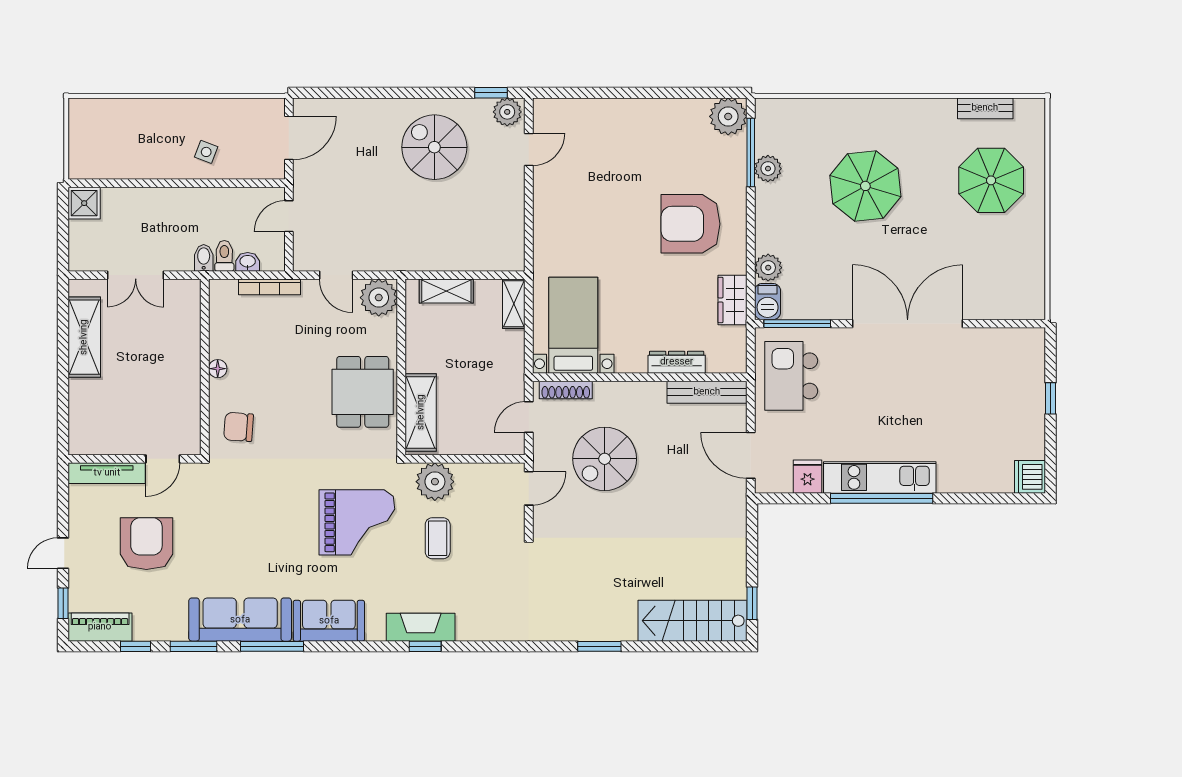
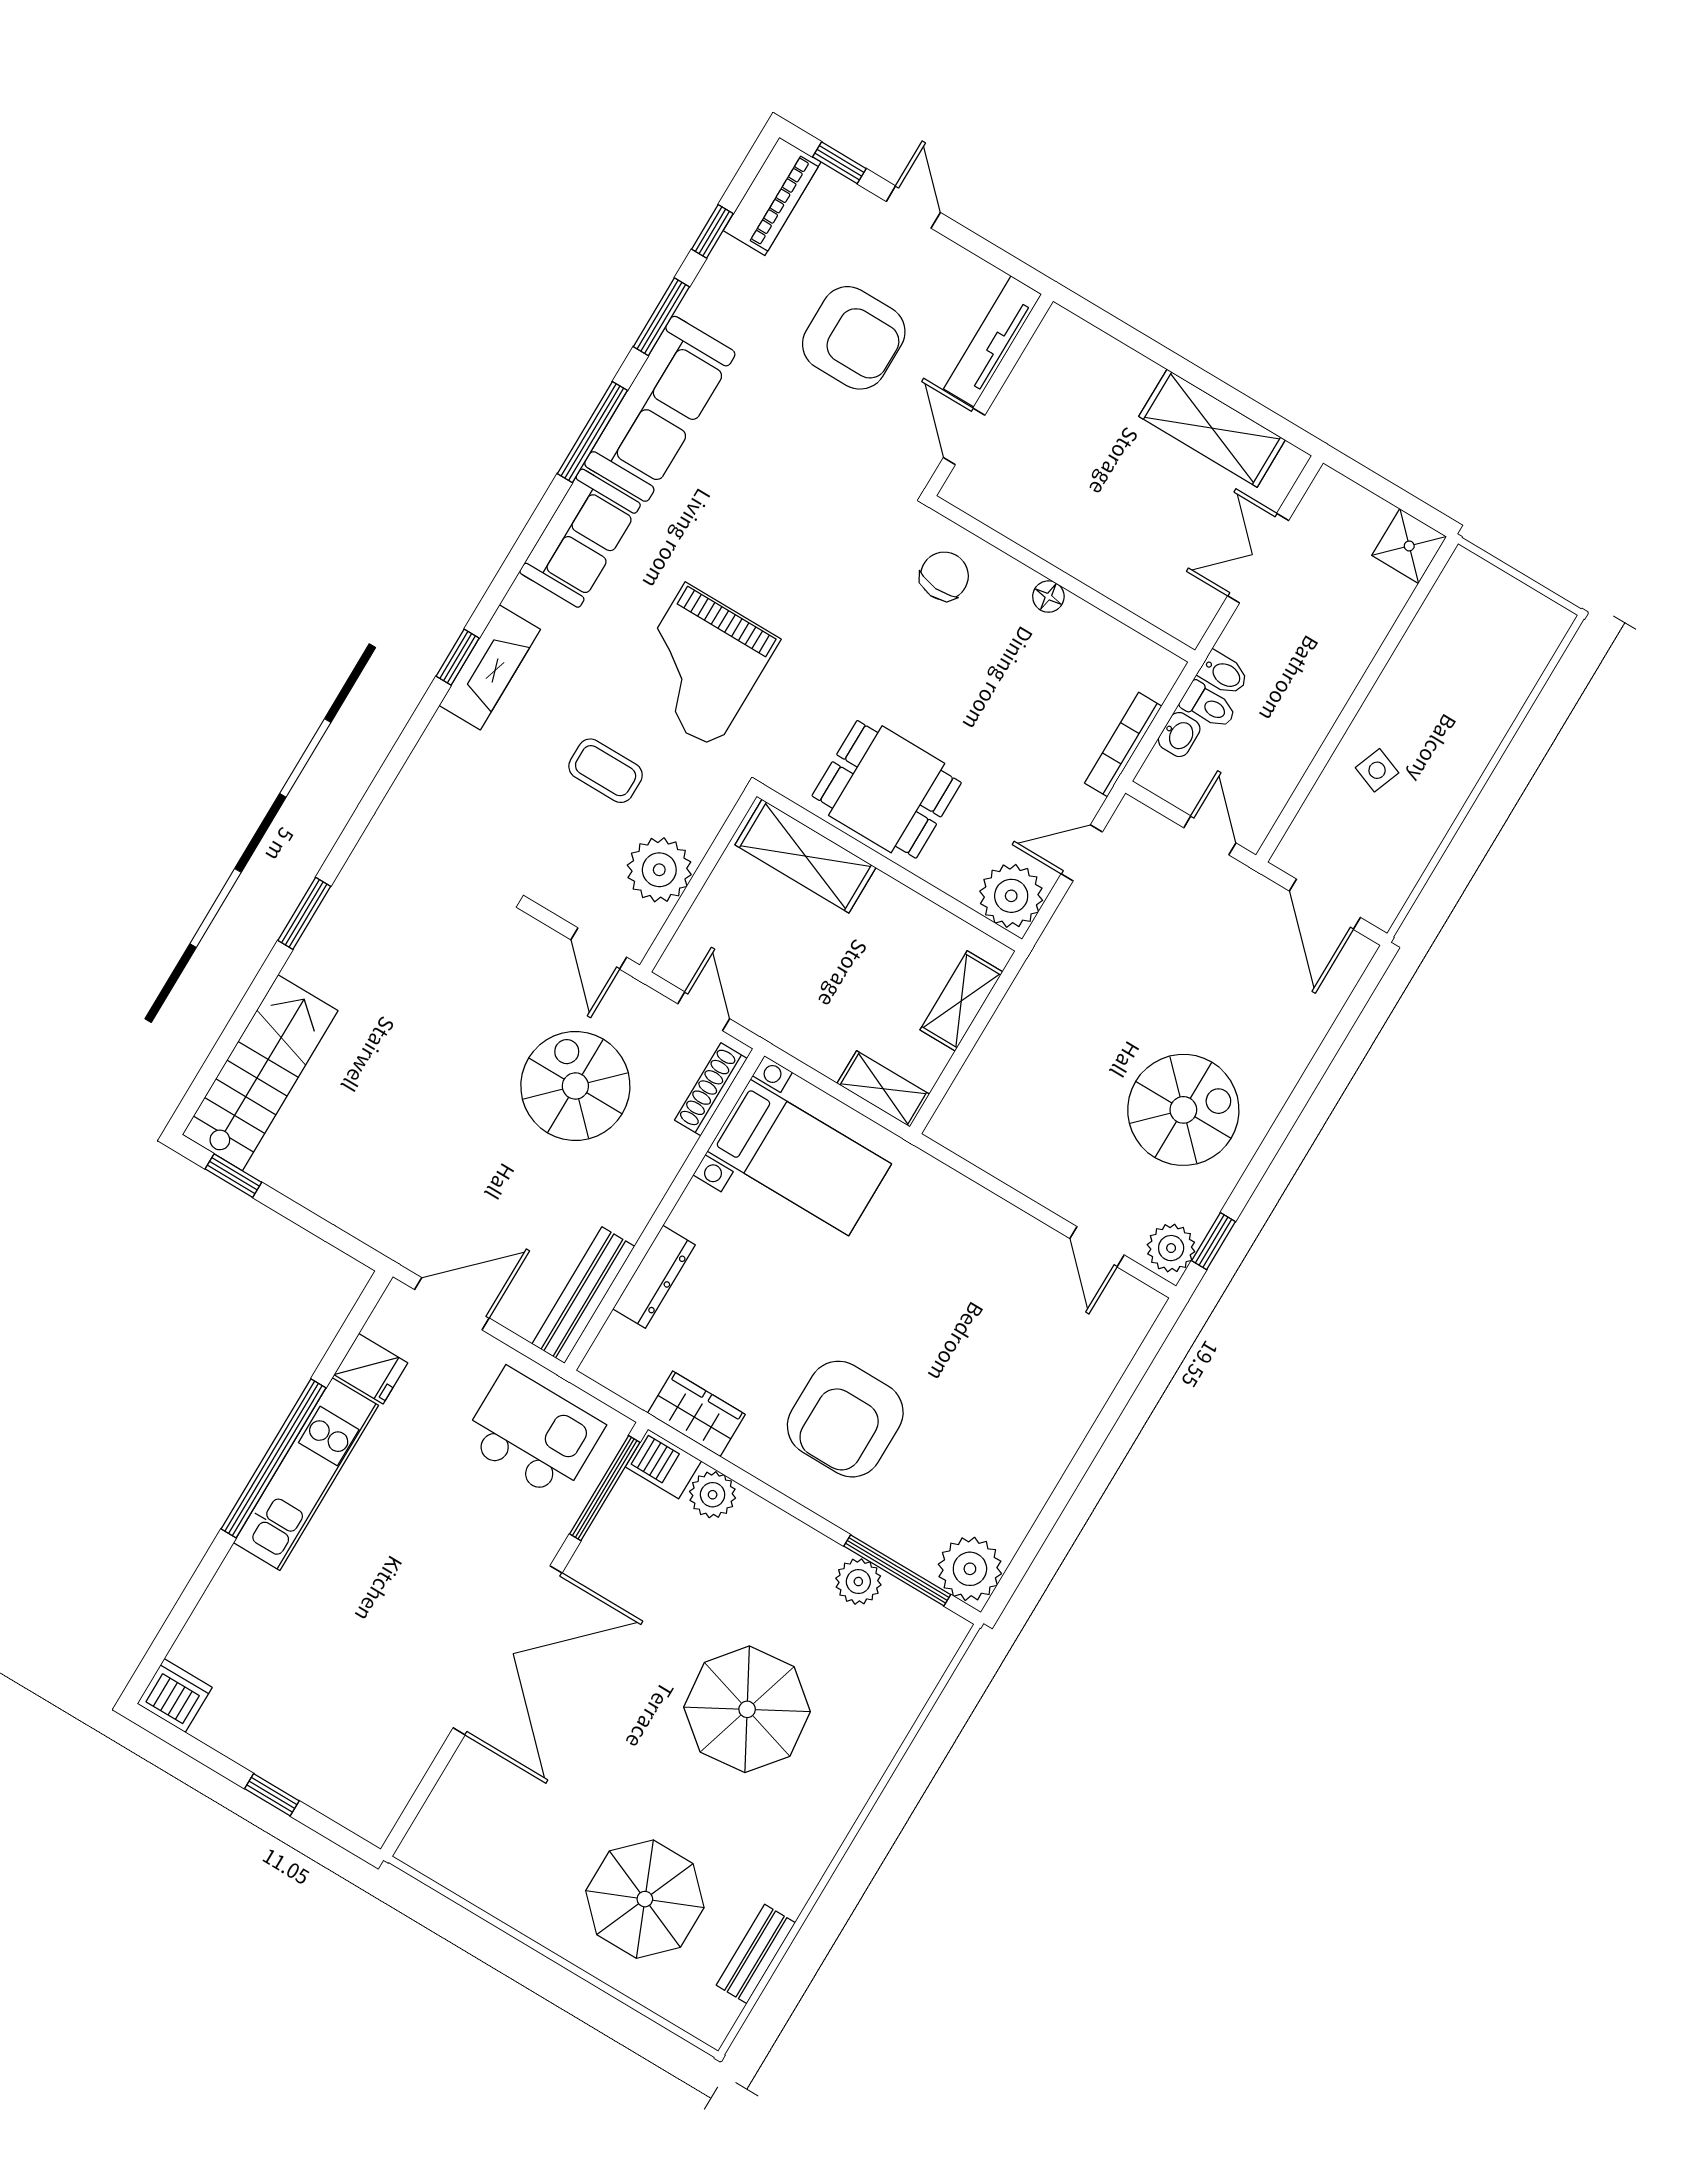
armchair: (691, 224) -> (845, 1419), turned 180
plant: (435, 482) -> (659, 870), moved

